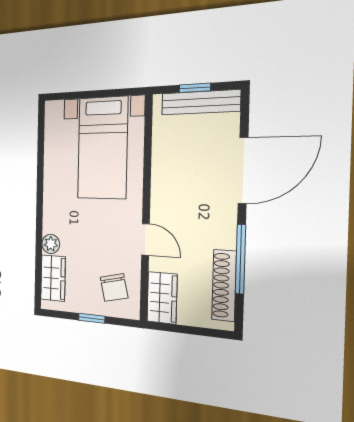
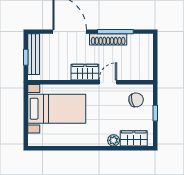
shoe rack: (224, 285) -> (108, 39), moved
wardrobe: (162, 298) -> (85, 72), moved

